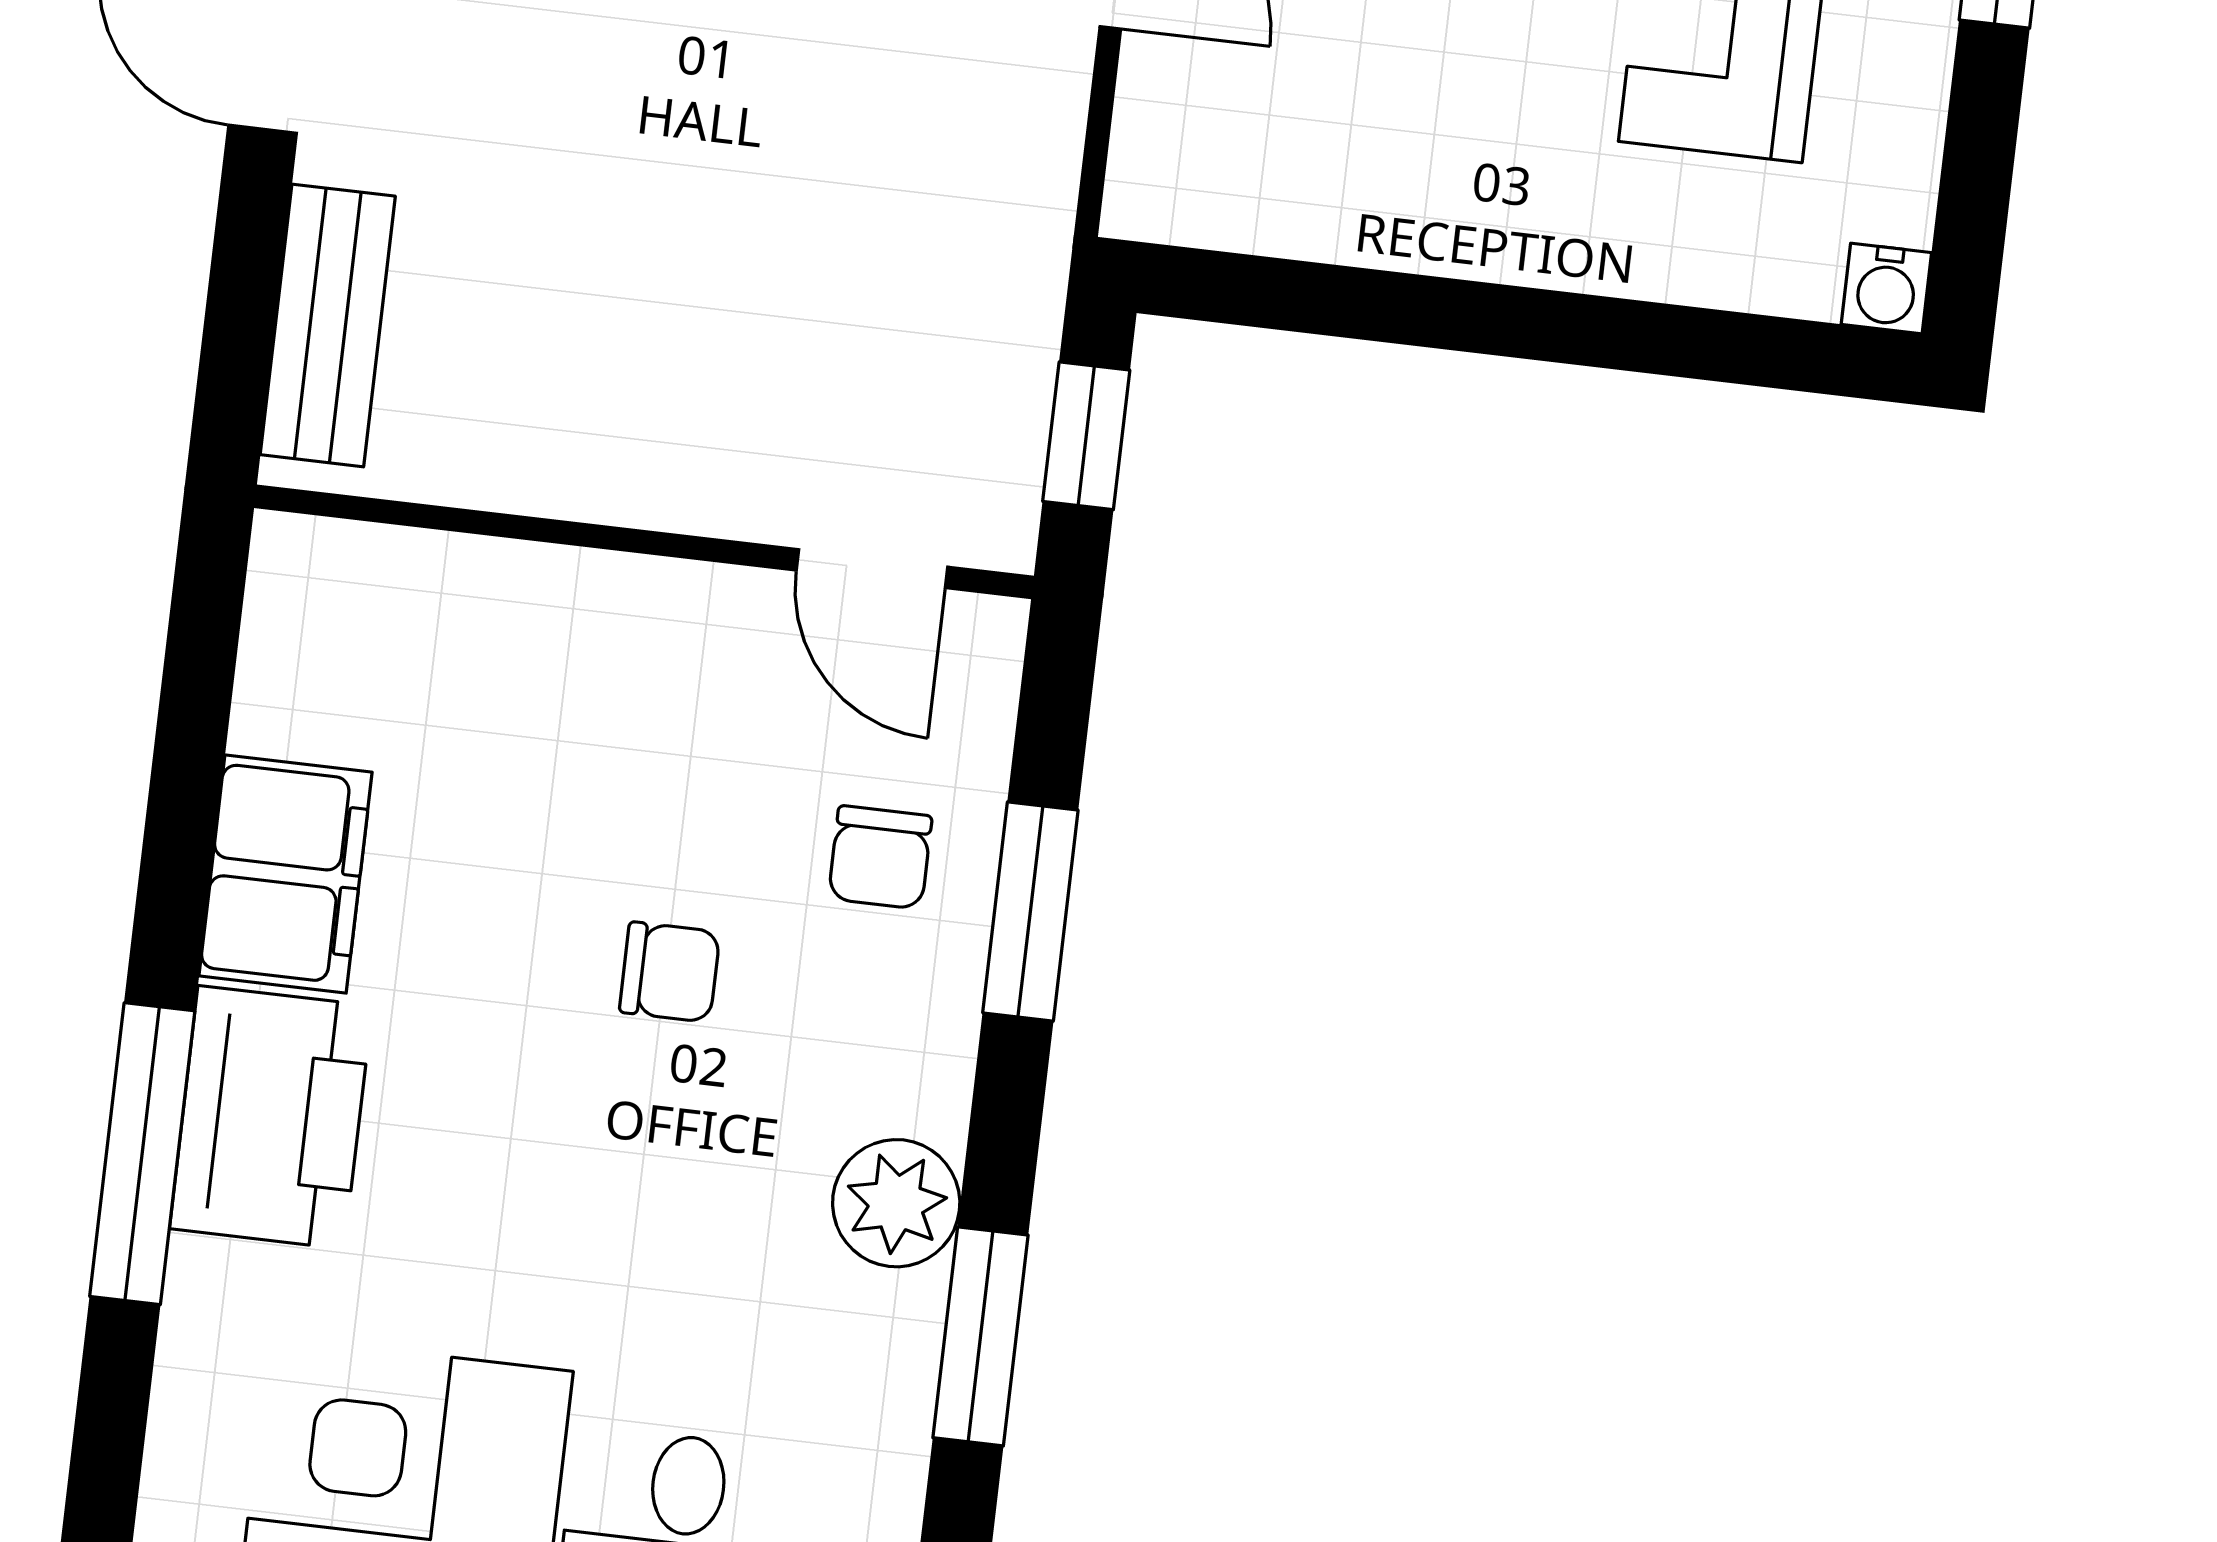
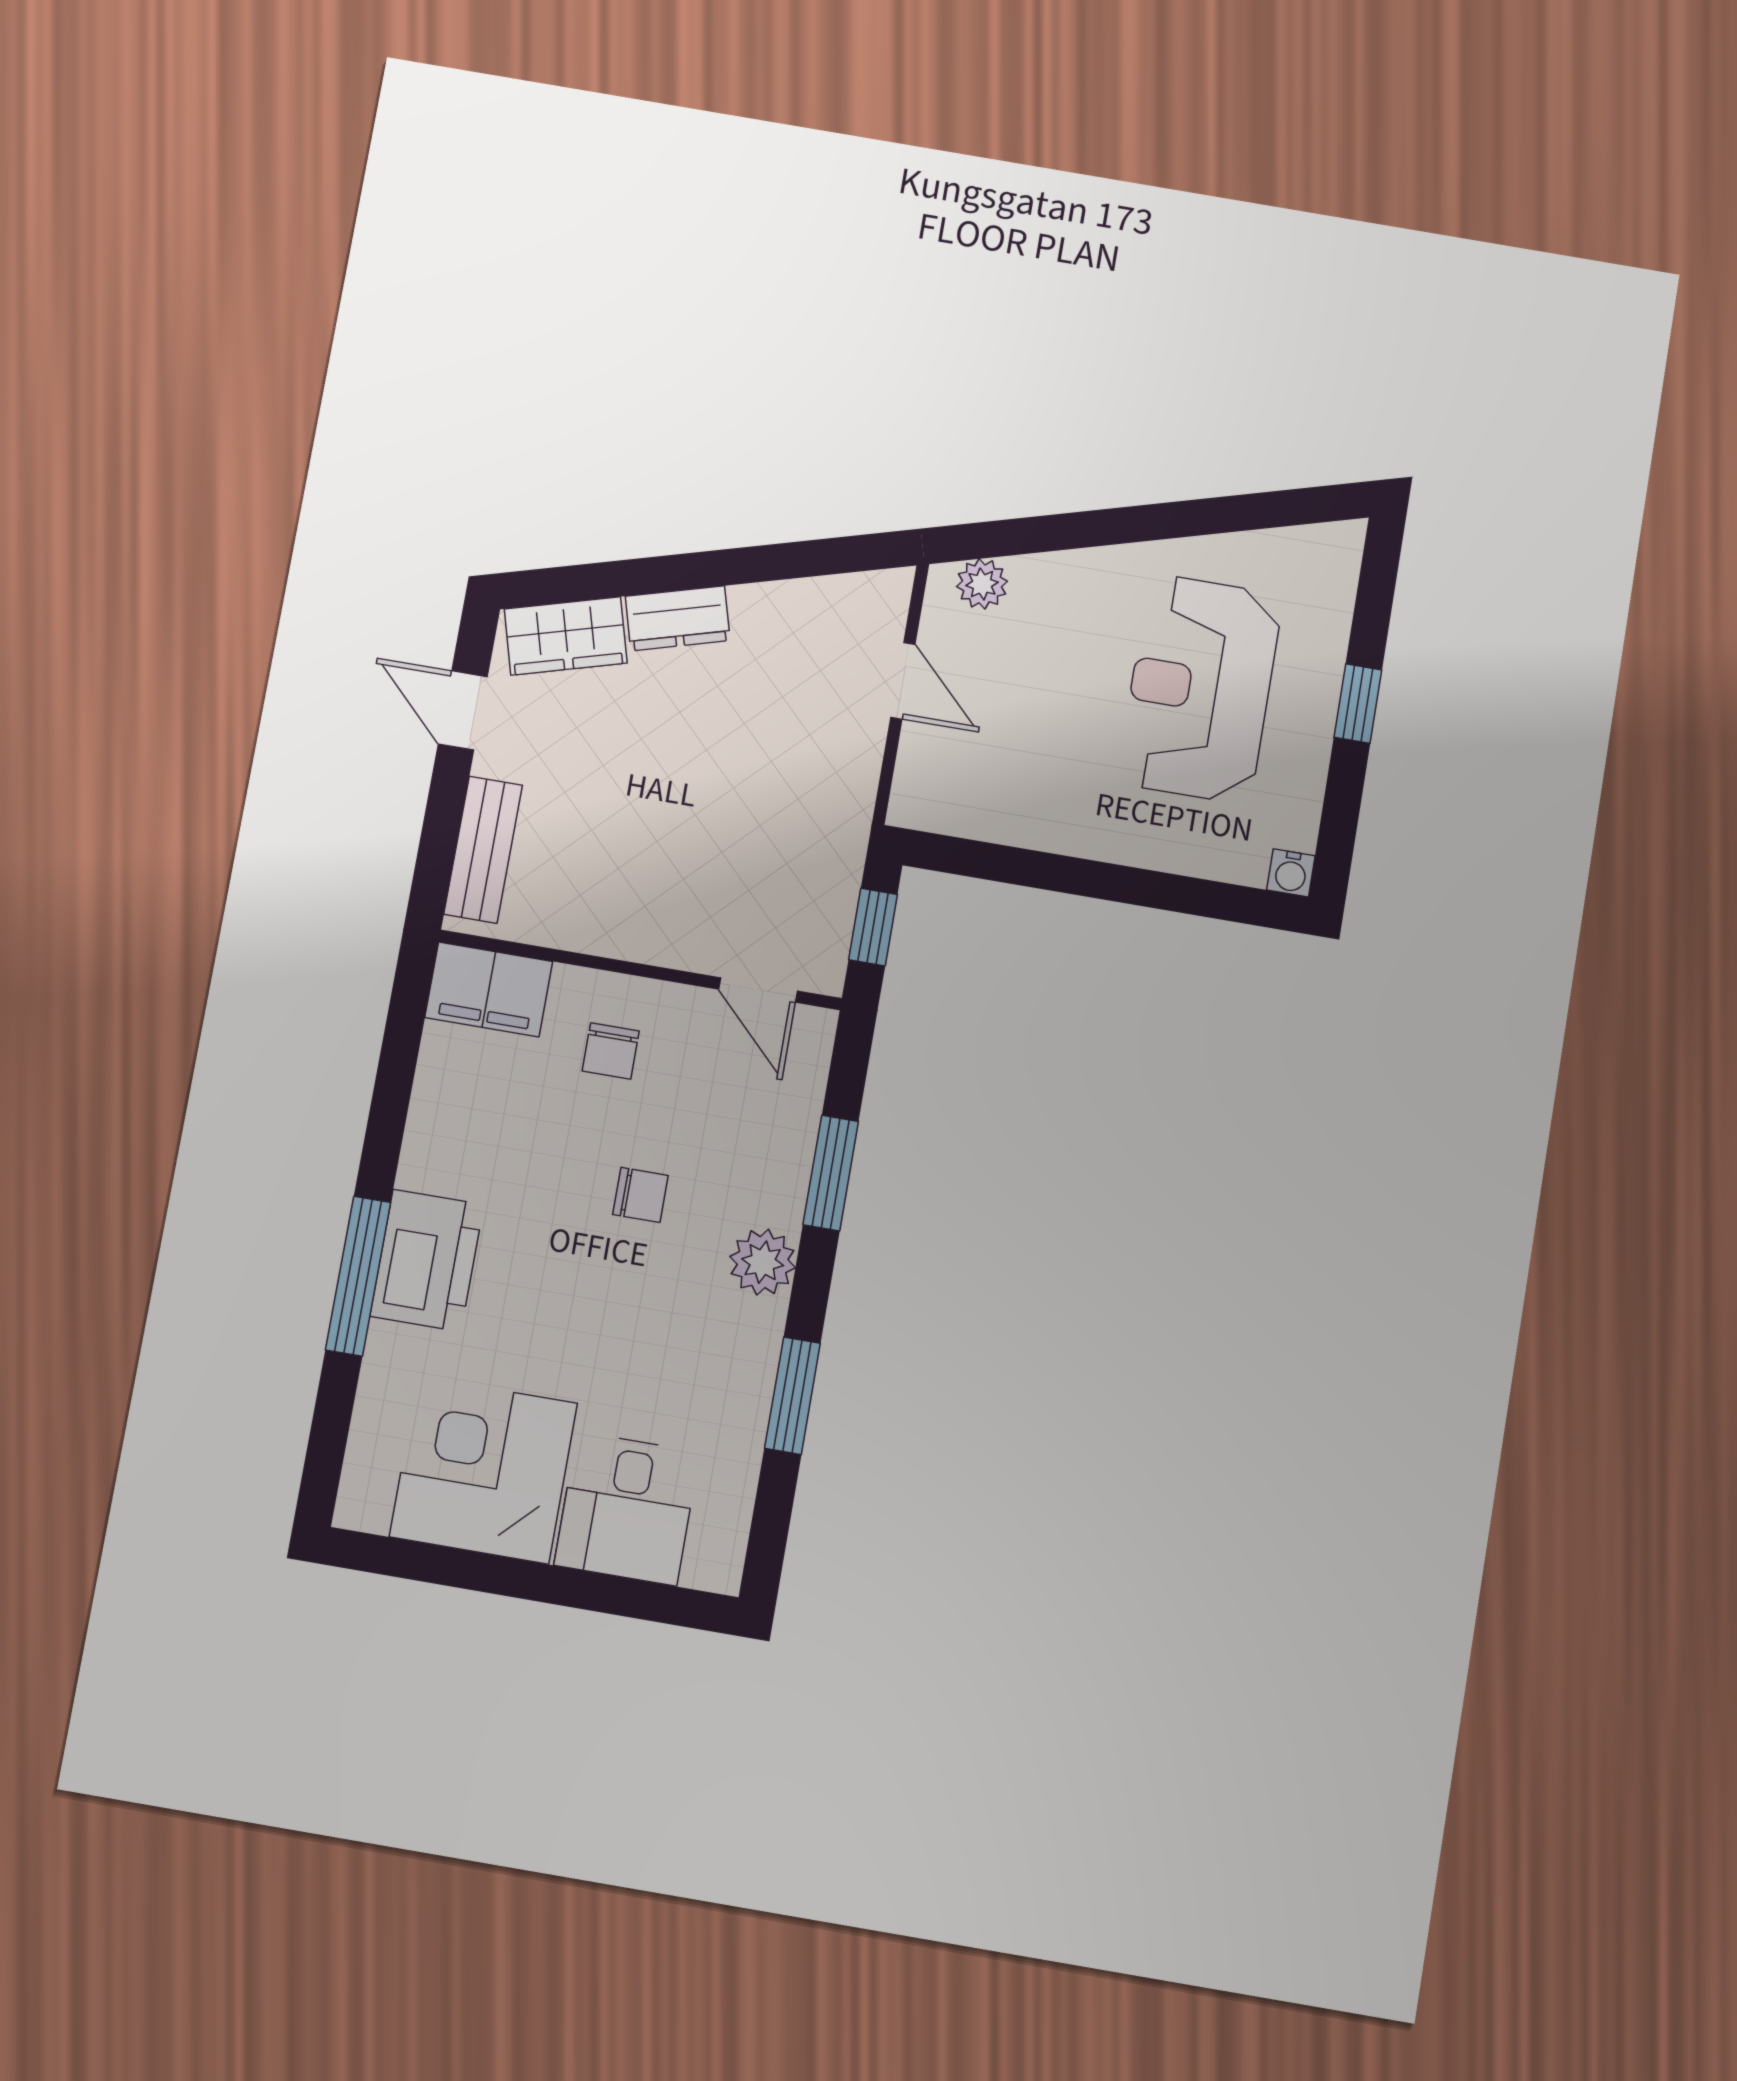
chair: (880, 857) -> (611, 1051), moved
filing cabinet: (286, 874) -> (489, 989), moved, turned 90
plant: (896, 1203) -> (763, 1262), moved

